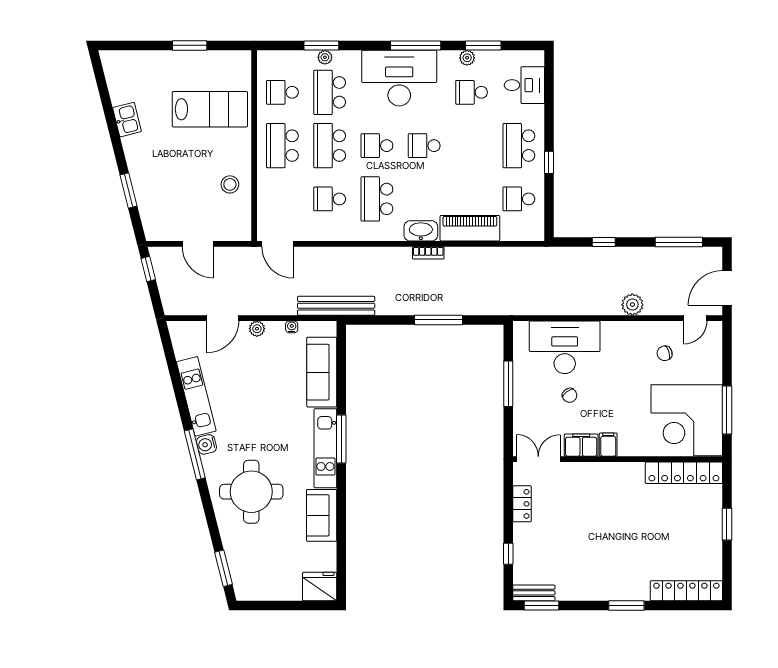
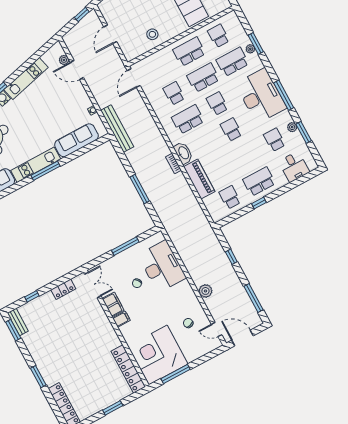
plant: (257, 329) -> (64, 60), moved

